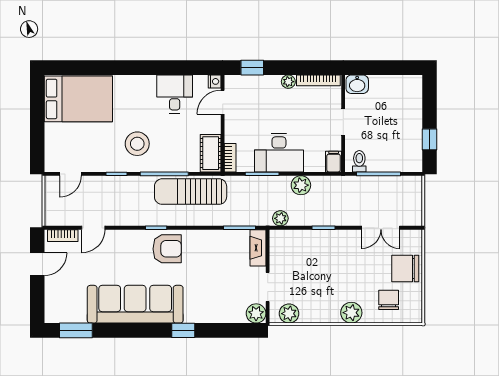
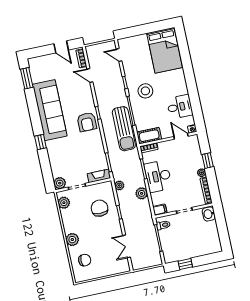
window: (252, 68) -> (208, 161), moved
sun lounger: (191, 192) -> (124, 129), turned 180
chair: (405, 269) -> (100, 208), moved

